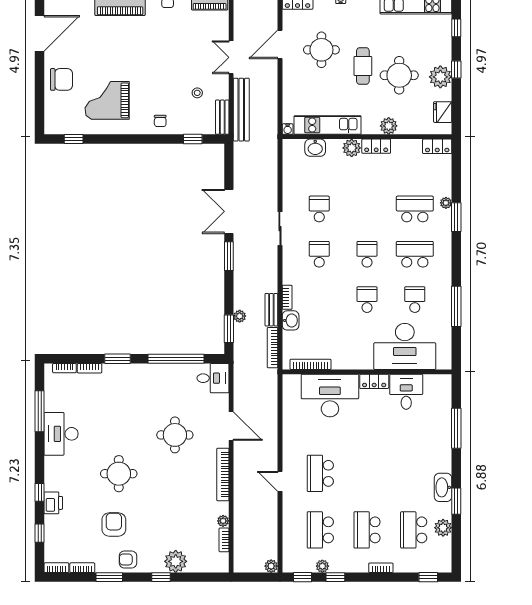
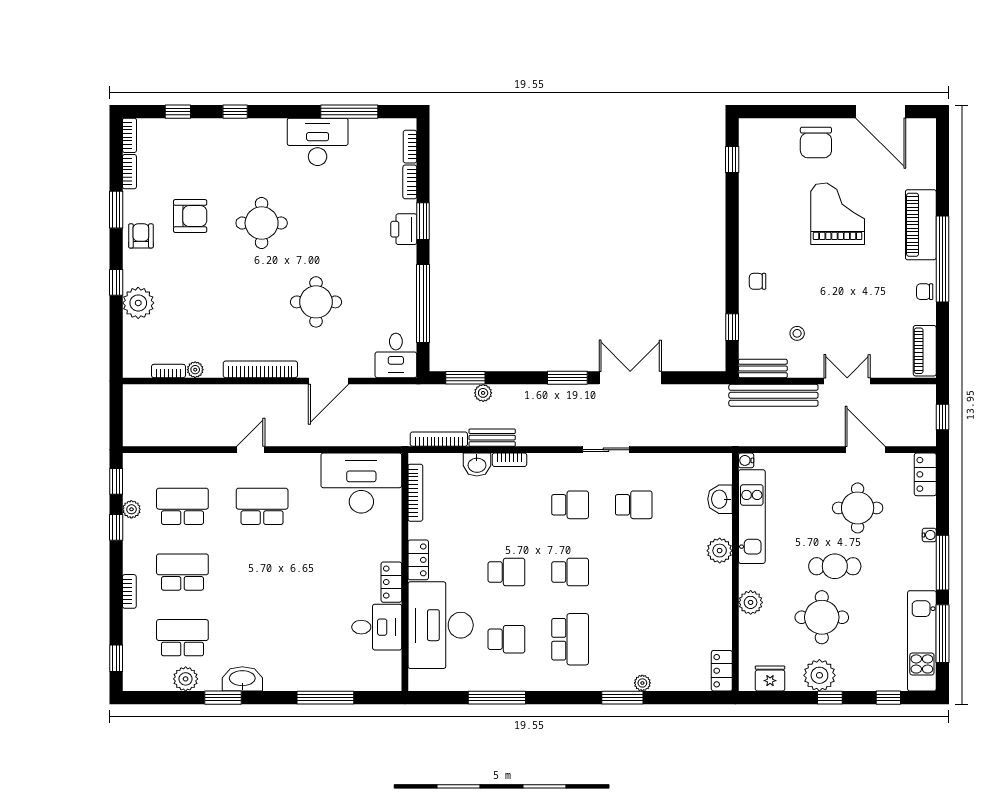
grand piano: (107, 100) -> (838, 214), moved
locker: (376, 146) -> (418, 560), moved, turned 180
school desk: (415, 209) -> (634, 639), removed
desk: (330, 396) -> (361, 483), moved, turned -90
printer: (53, 503) -> (404, 229), moved, turned 90
plant: (271, 566) -> (132, 437), removed

